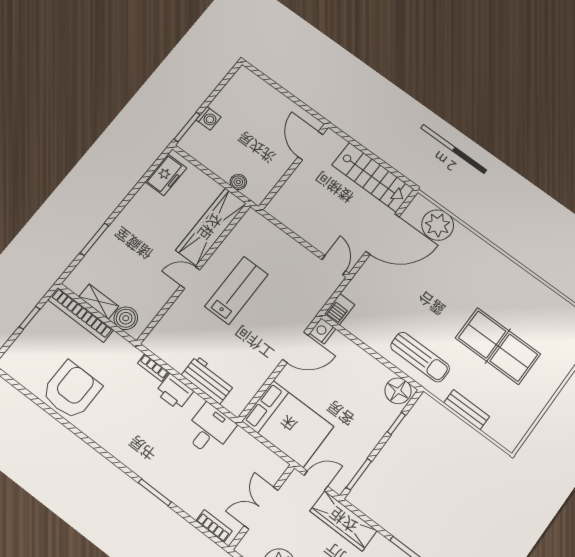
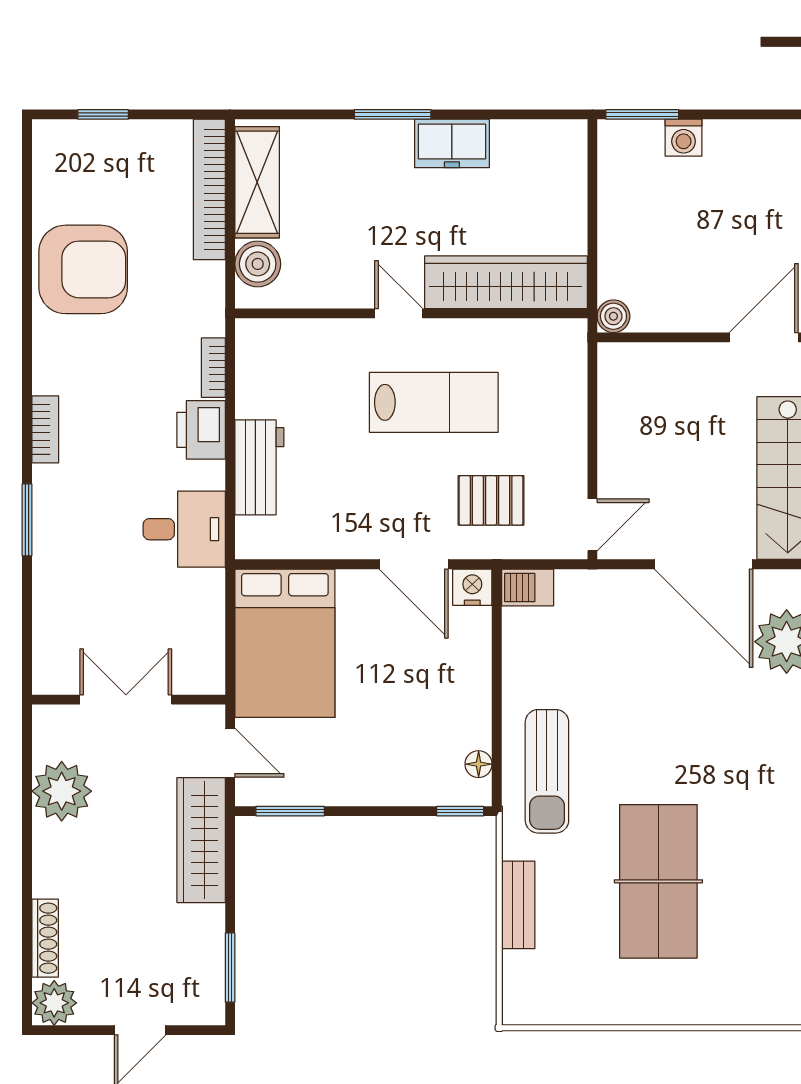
freezer: (166, 175) -> (452, 143), moved
boiler: (238, 182) -> (613, 316), moved
window: (94, 239) -> (393, 114), moved
pallet: (293, 297) -> (491, 500), added
shelving: (99, 302) -> (257, 182), width x1.50, depth x1.33
window: (30, 318) -> (103, 114), moved
floor lamp: (398, 391) -> (479, 764), width x0.53, depth x0.53
window: (396, 423) -> (460, 811), moved
bookcase: (214, 526) -> (45, 429), moved

